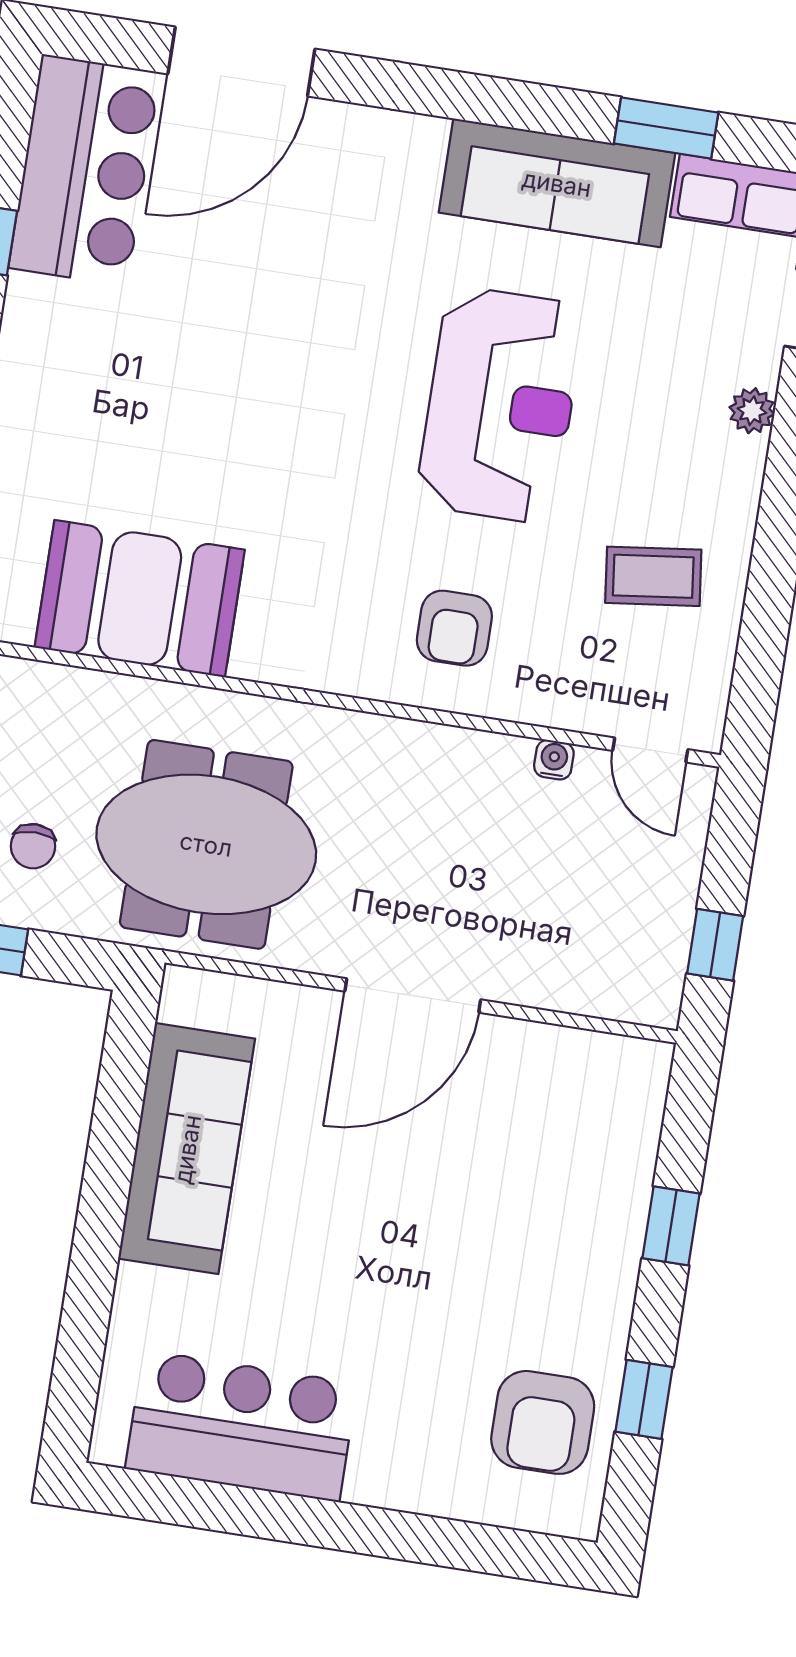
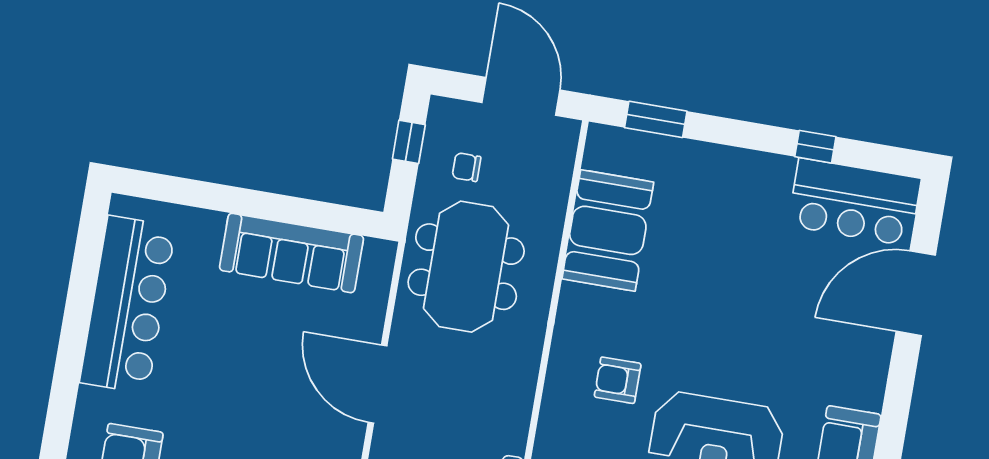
door: (241, 61) -> (916, 293), hinge flipped
armchair: (454, 628) -> (618, 380), moved
bar counter: (241, 1426) -> (128, 305), width x1.36

